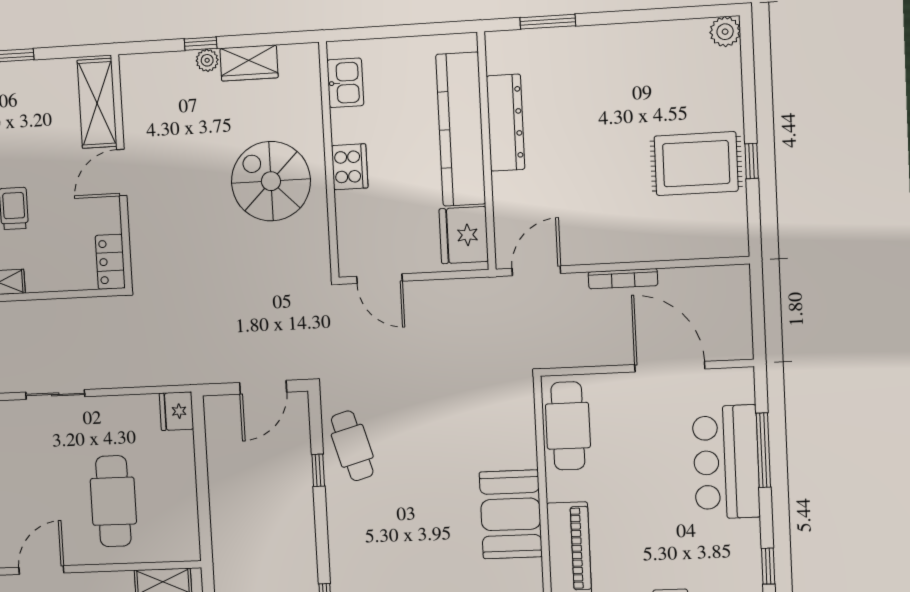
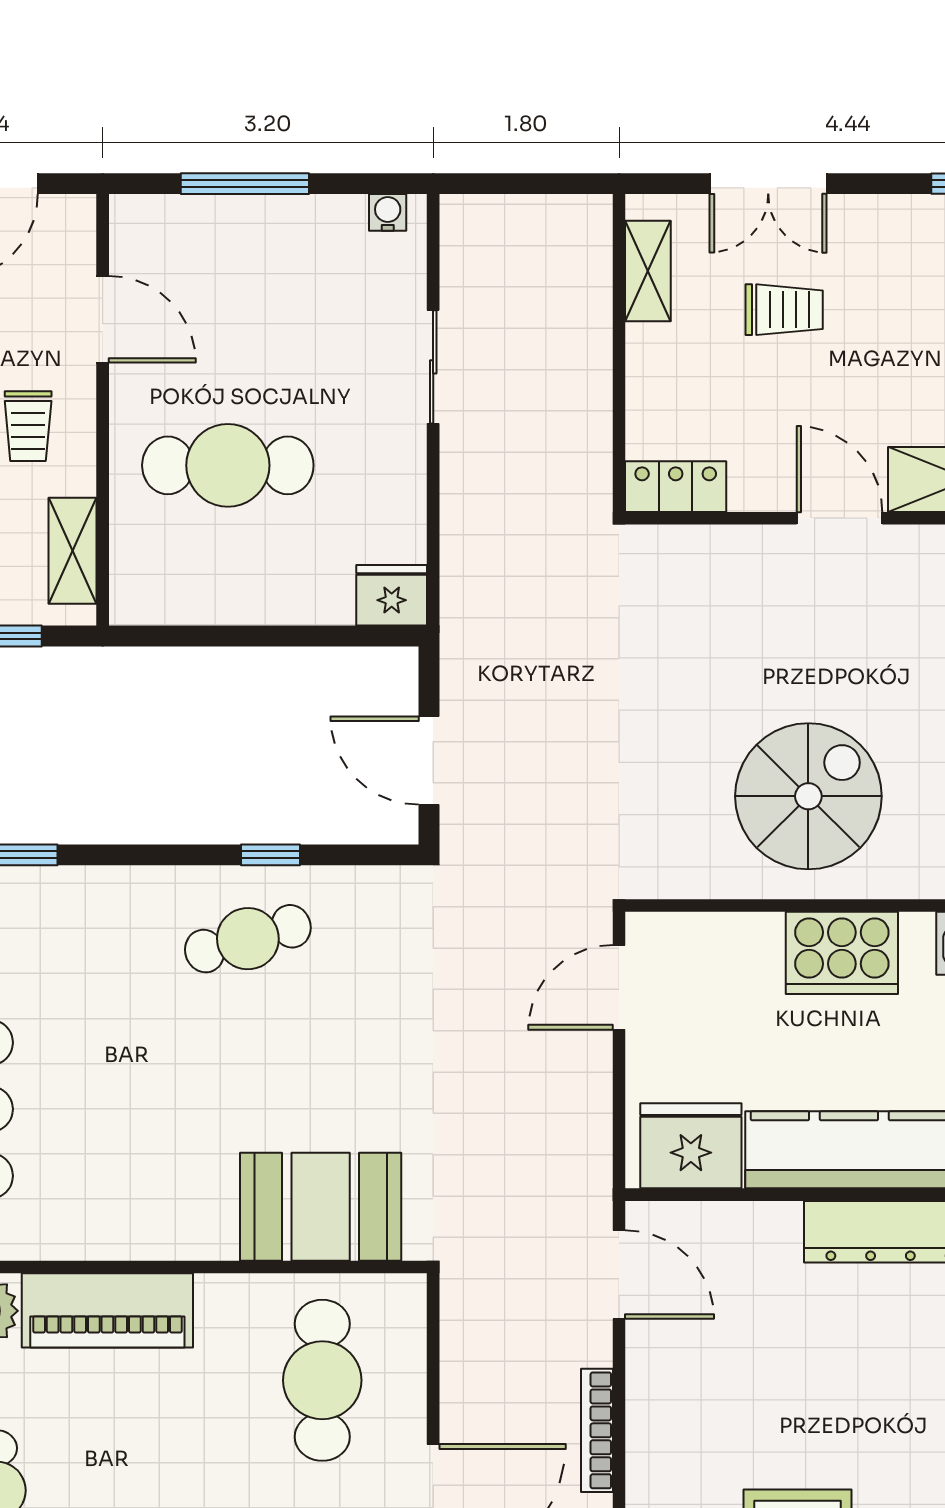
cooker: (350, 167) -> (842, 953), width x1.37, depth x1.31
cafe table: (568, 426) -> (322, 1380), moved, turned 90
cafe table: (352, 446) -> (248, 939), moved
booth: (511, 514) -> (321, 1207), moved

